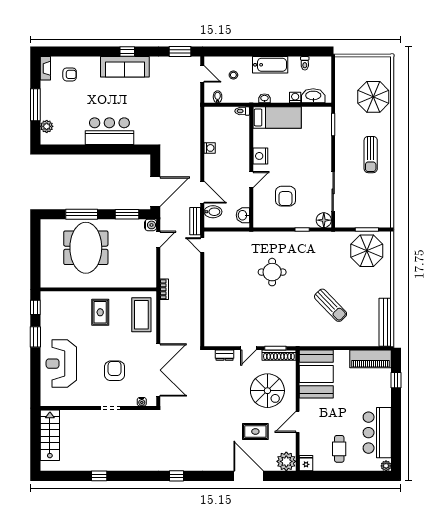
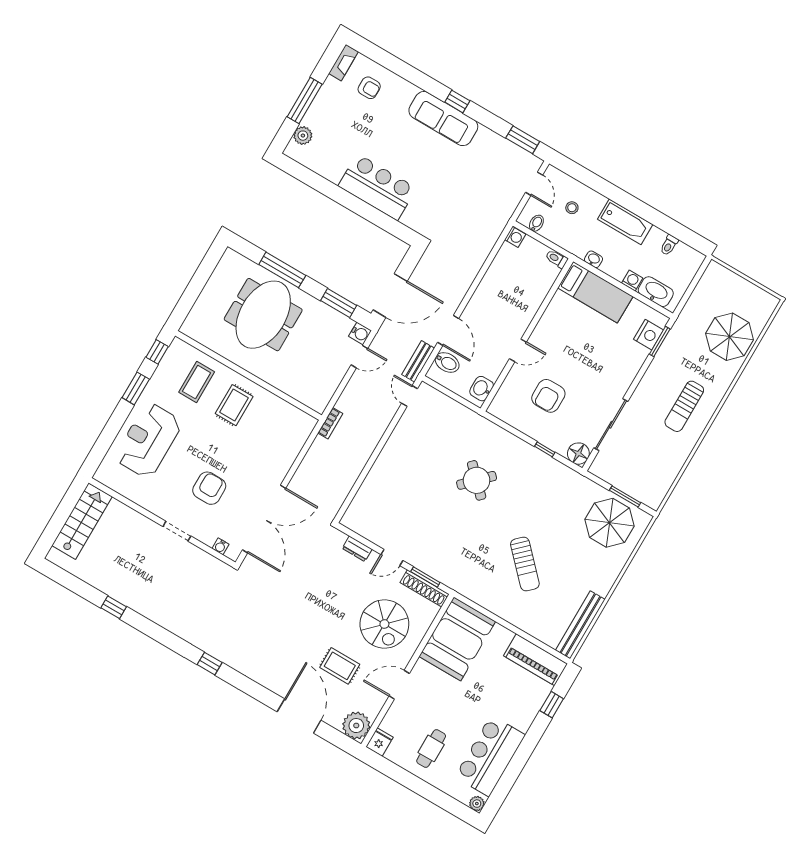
washing machine: (210, 148) -> (515, 237), moved
nightstand: (260, 156) -> (648, 335), moved, turned 180
round table: (272, 272) -> (477, 480), turned 45
coffee table: (141, 315) -> (197, 382), moved, width x0.73, depth x0.76

